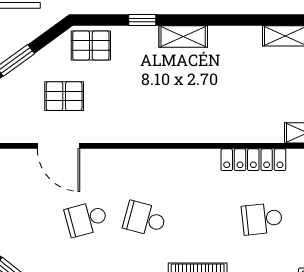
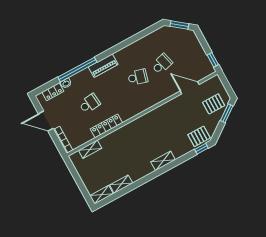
window: (142, 20) -> (201, 149), moved
pallet: (64, 96) -> (214, 104), moved

